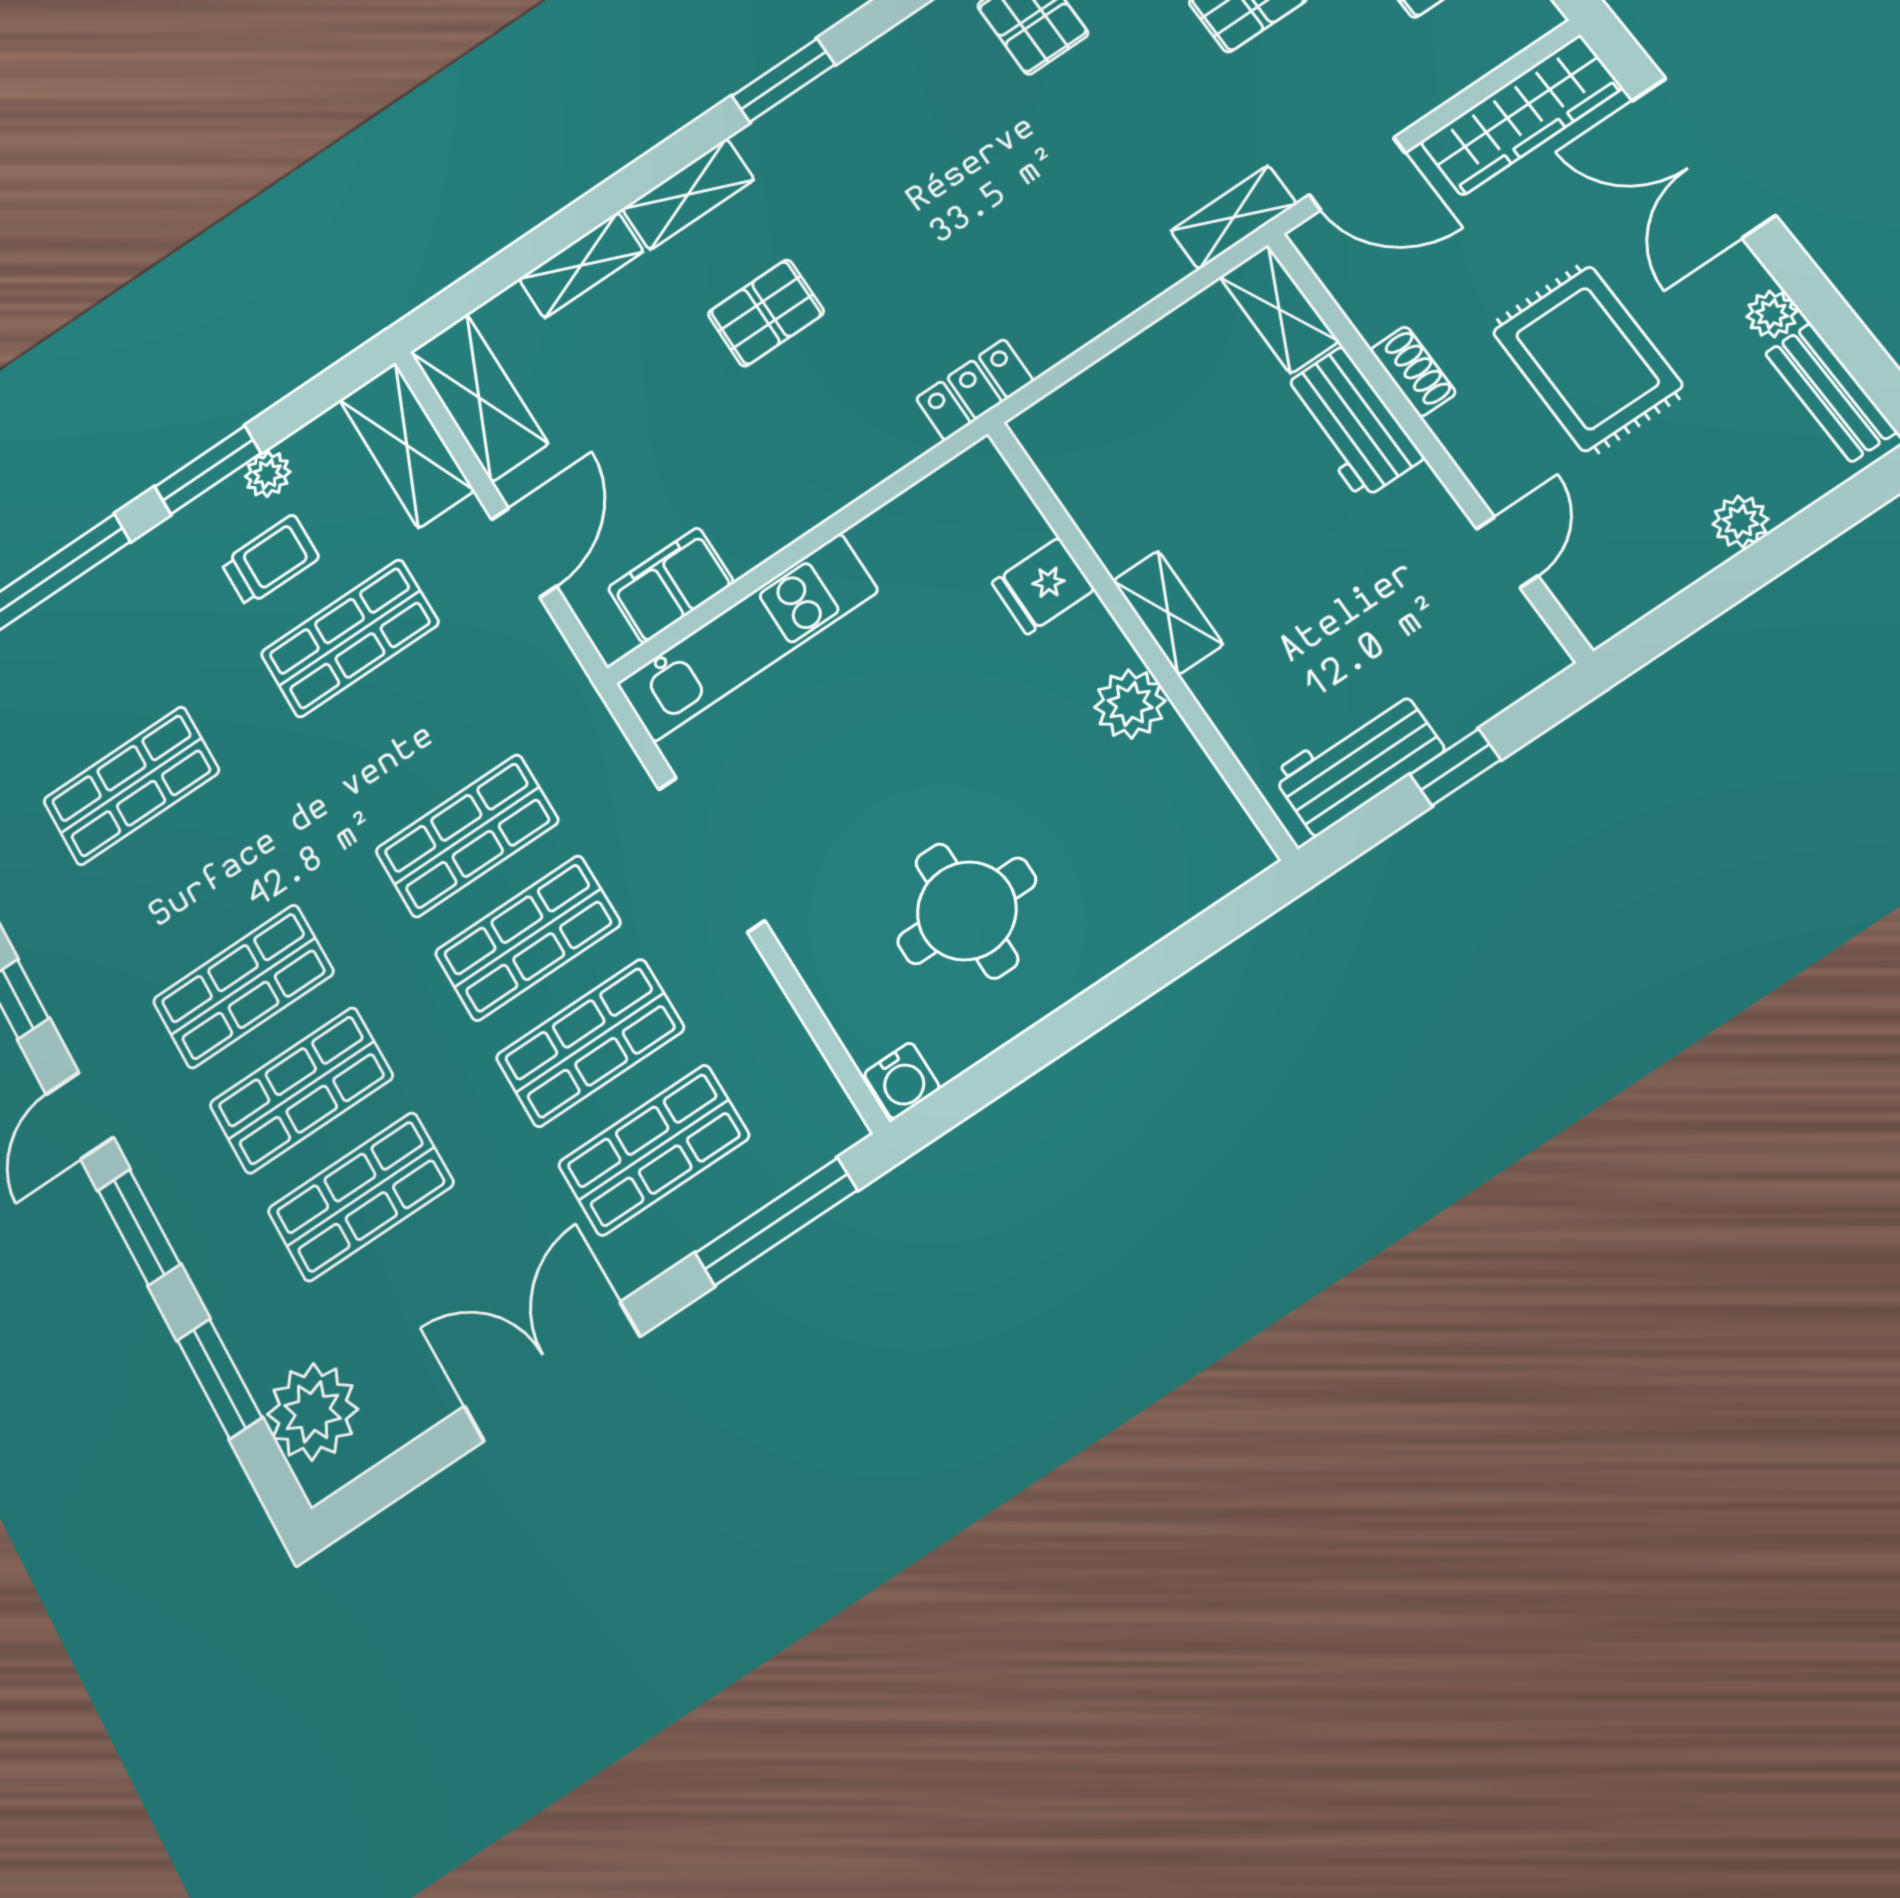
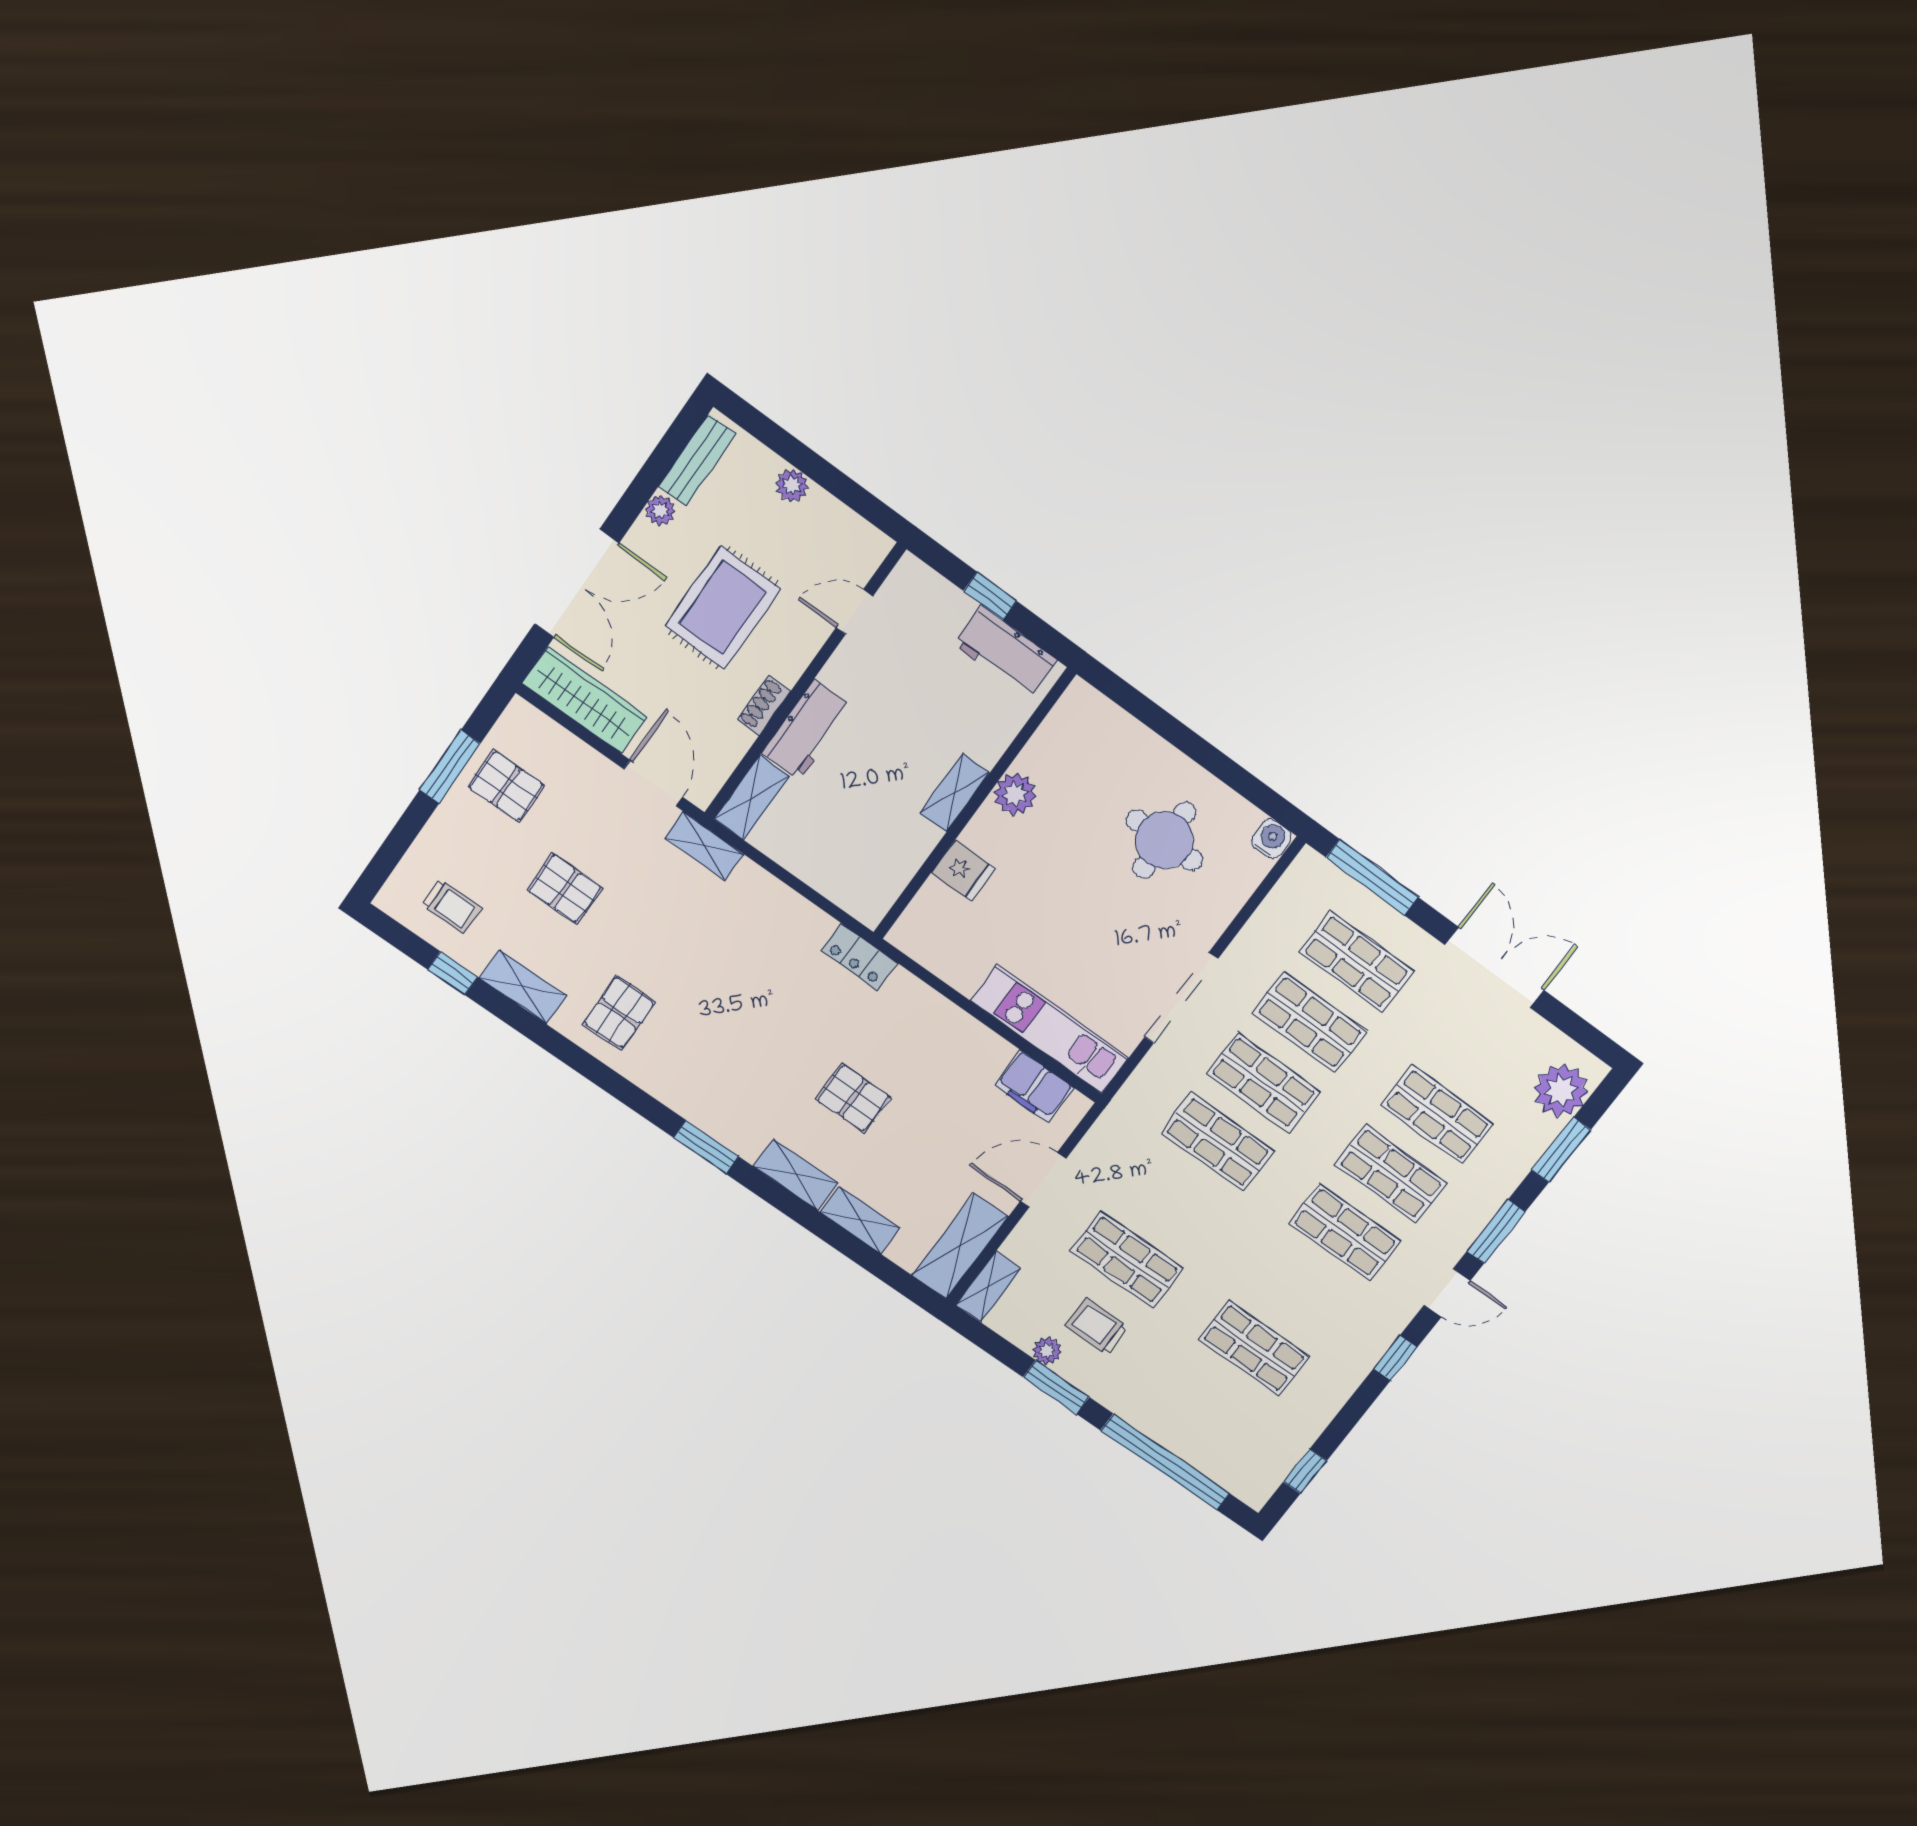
shelving: (407, 445) -> (988, 1287), width x0.67, depth x0.75
double door: (552, 1371) -> (1494, 967), swing flipped

